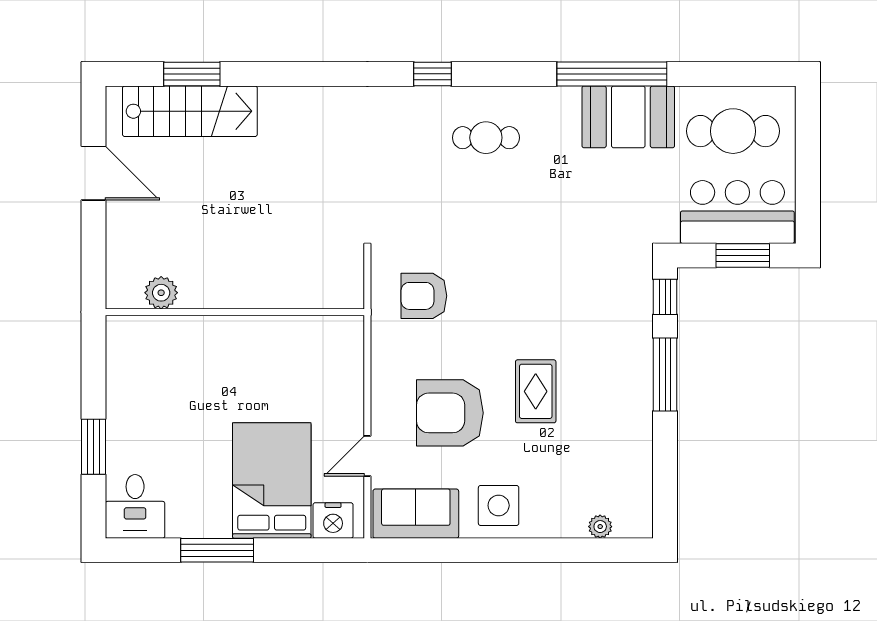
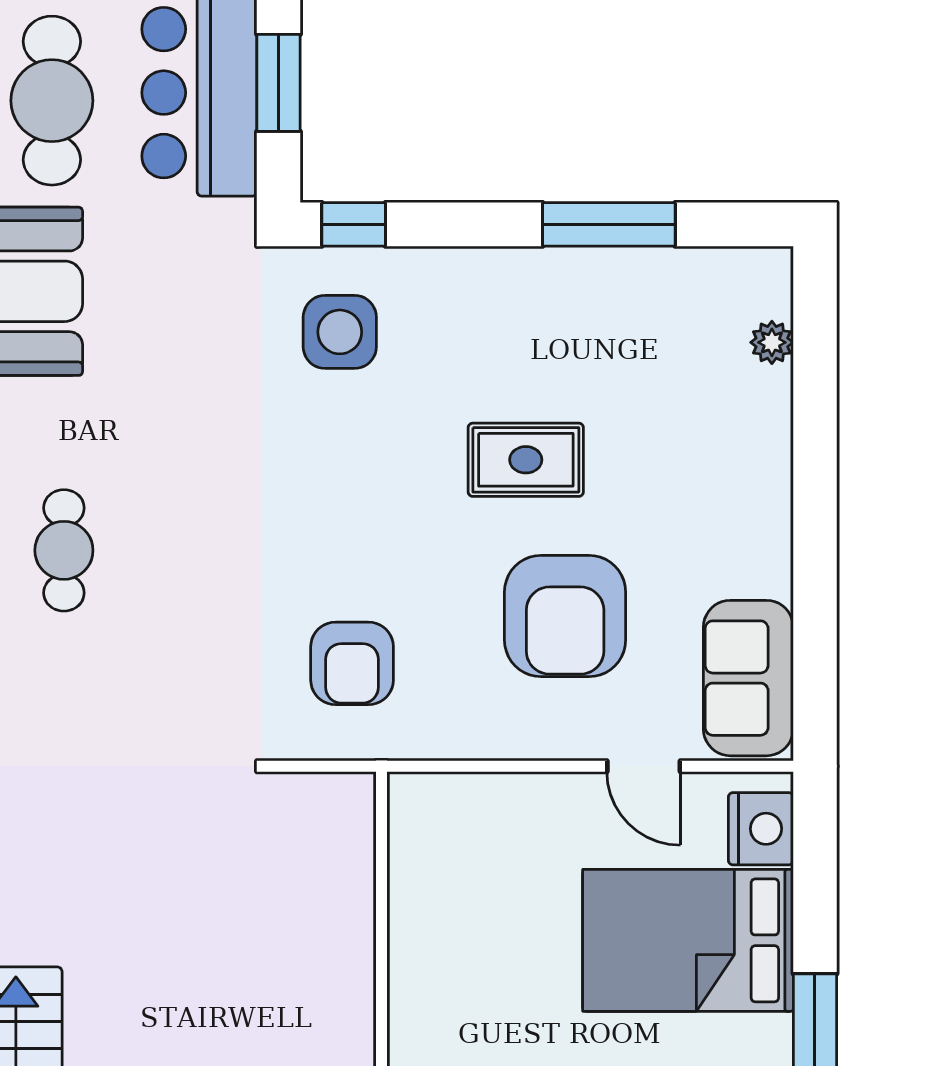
window: (665, 374) -> (609, 224), moved
side table: (499, 505) -> (340, 332), moved

